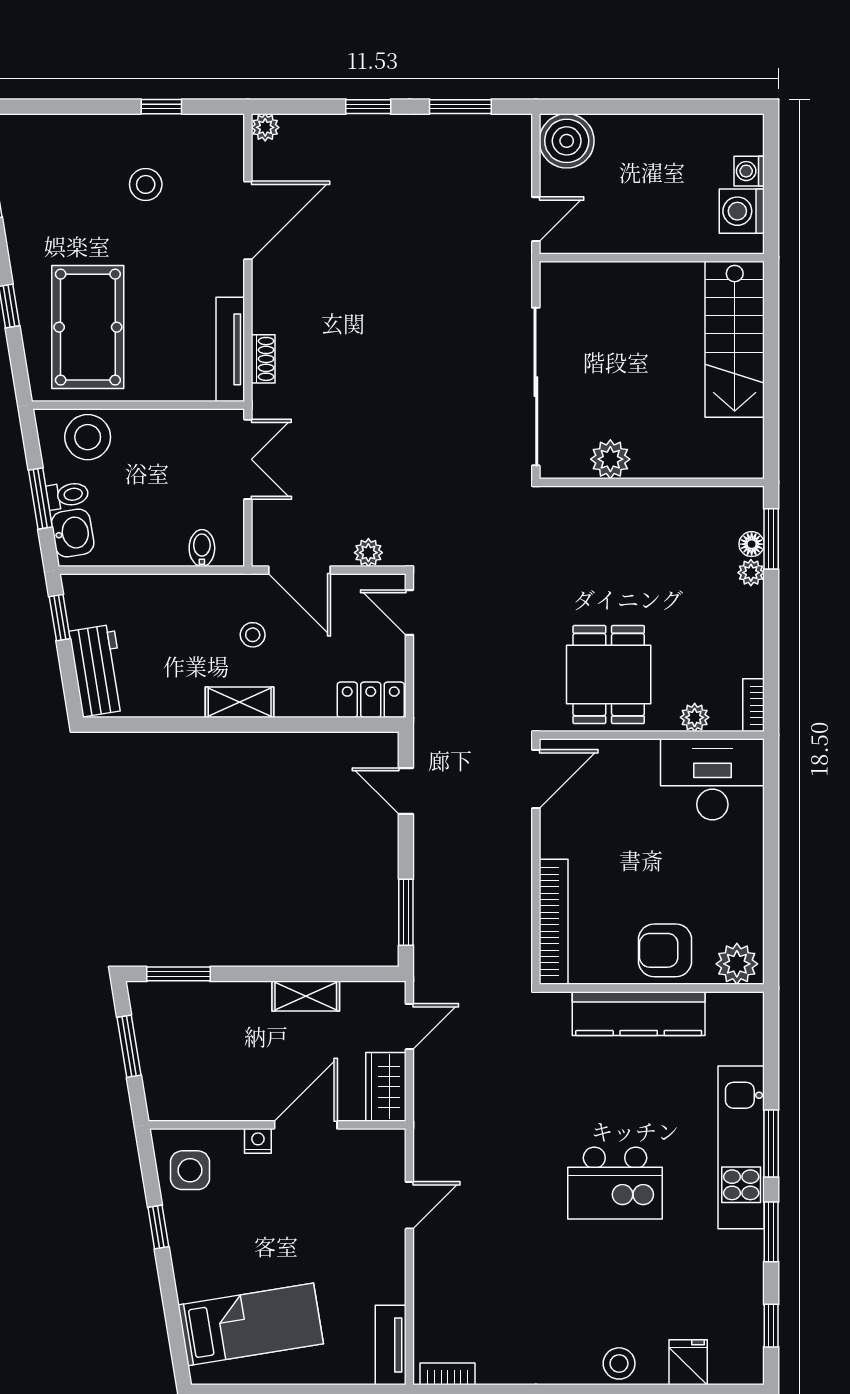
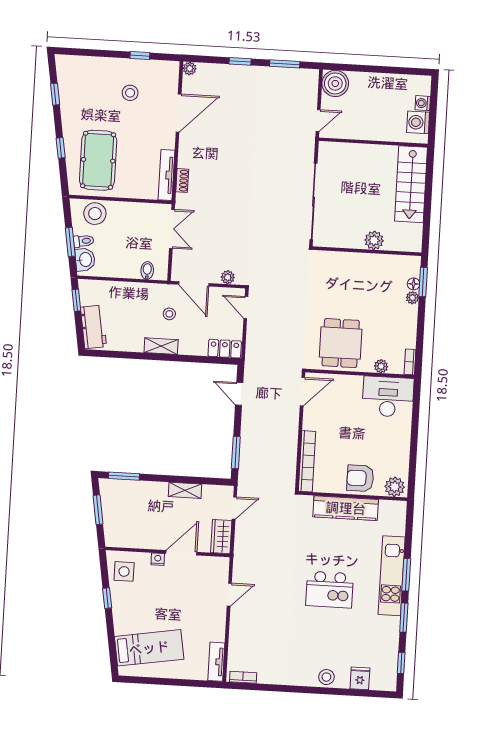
plant: (610, 459) -> (374, 240), moved

